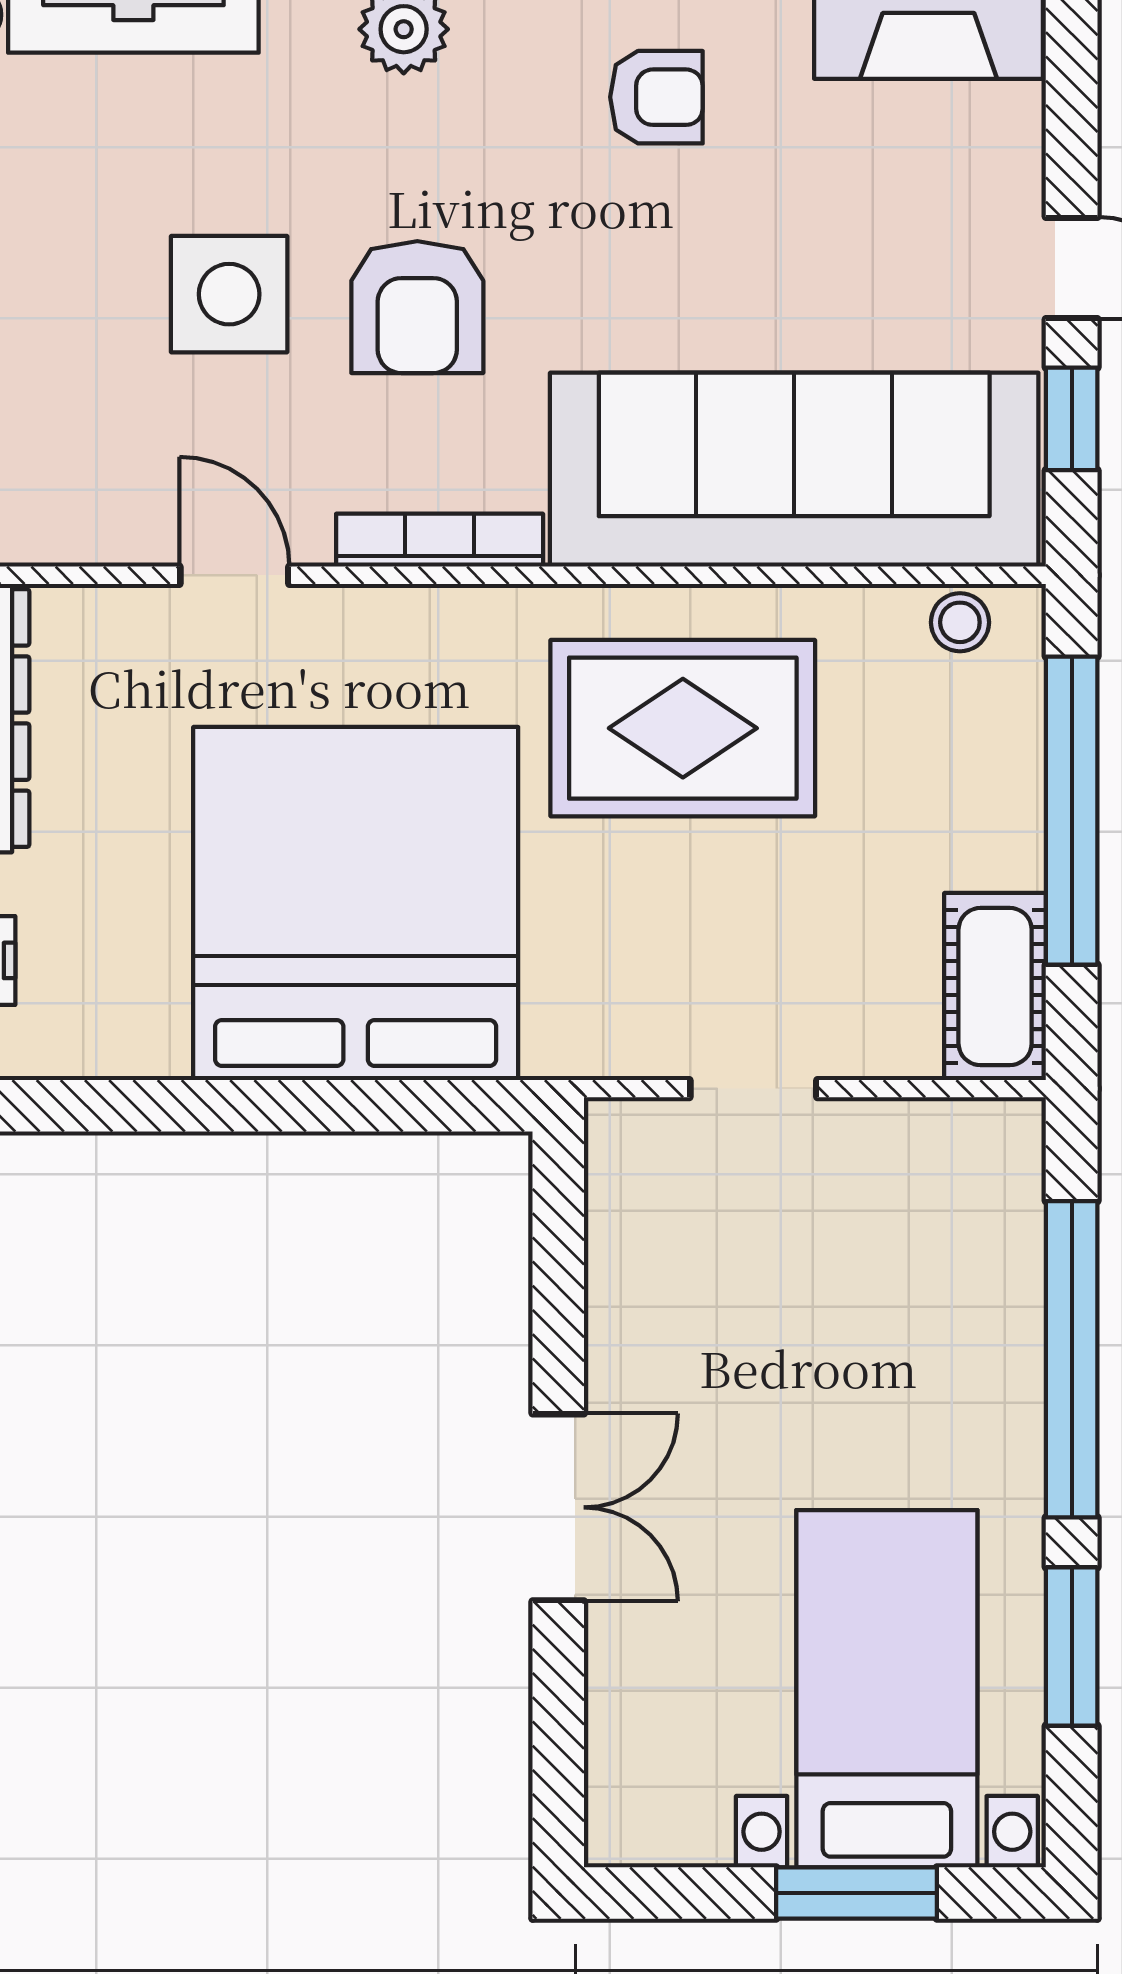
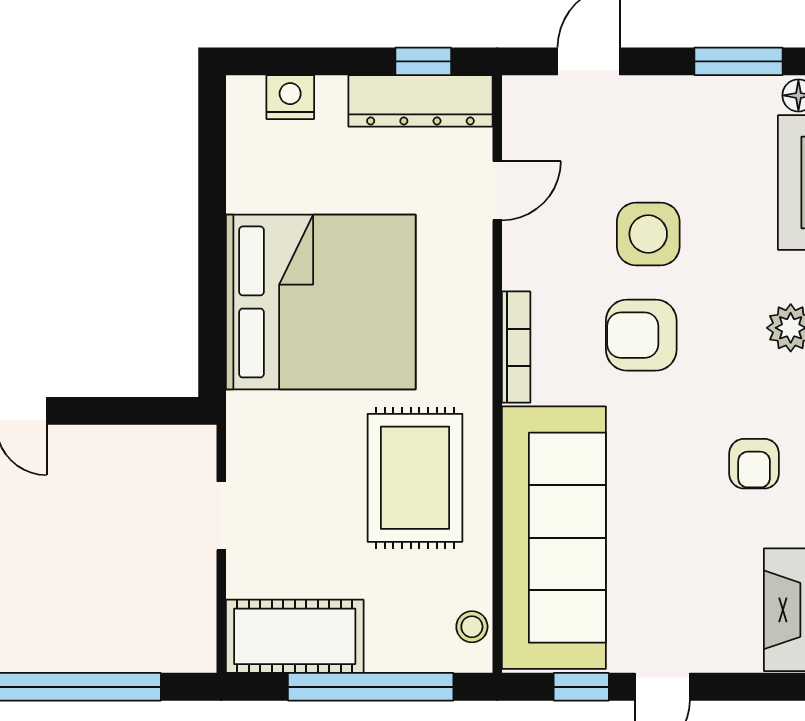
door: (234, 575) -> (497, 191), moved
cot: (995, 987) -> (295, 636), width x1.37, depth x1.34

